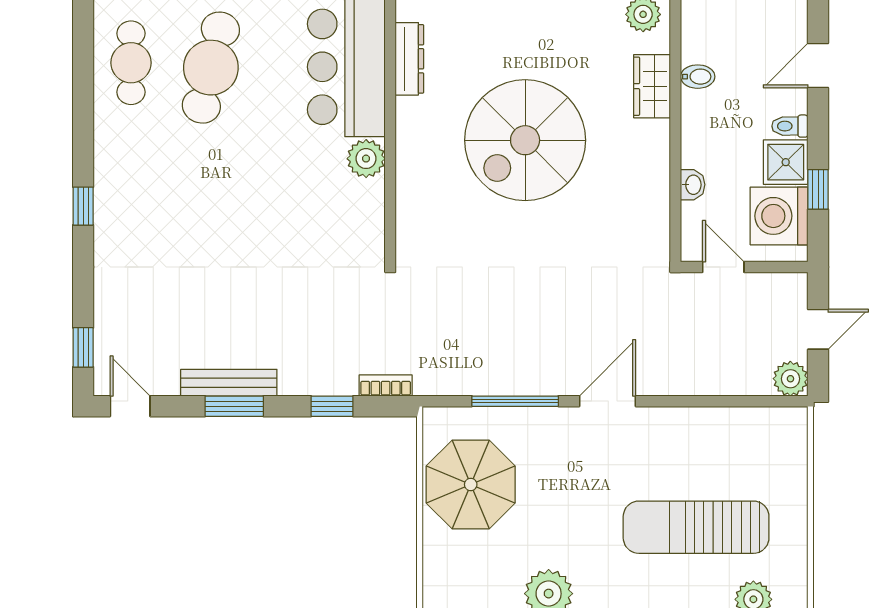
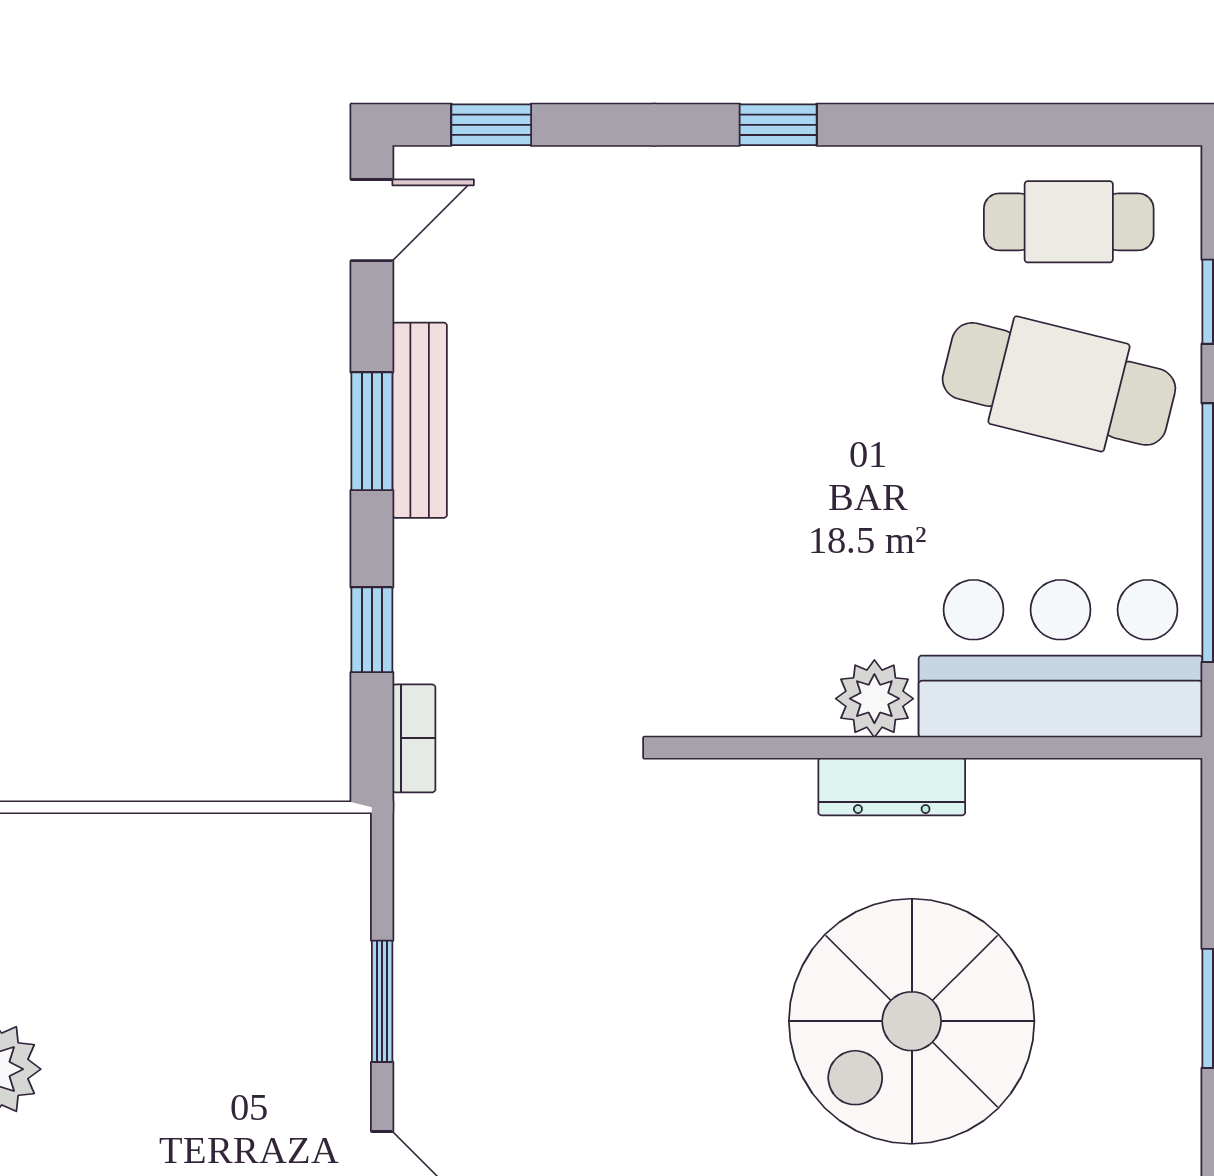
dresser: (409, 59) -> (892, 787), moved
spiral stairs: (525, 140) -> (912, 1021), turned -90
window: (515, 401) -> (382, 1001), width x0.69
parasol: (471, 484) -> (213, 911), removed

